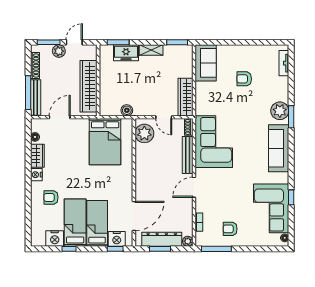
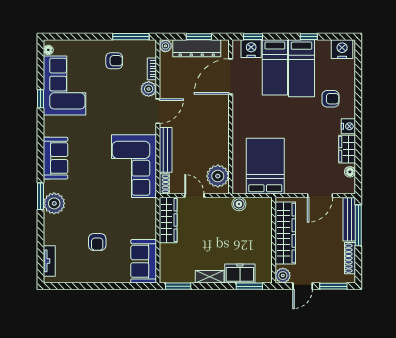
plant: (59, 51) -> (283, 276), moved
armchair: (244, 79) -> (97, 242), turned 90
sofa: (279, 148) -> (56, 158), width x0.73
plant: (202, 206) -> (149, 89), added
nightstand: (55, 238) -> (342, 49), moved

